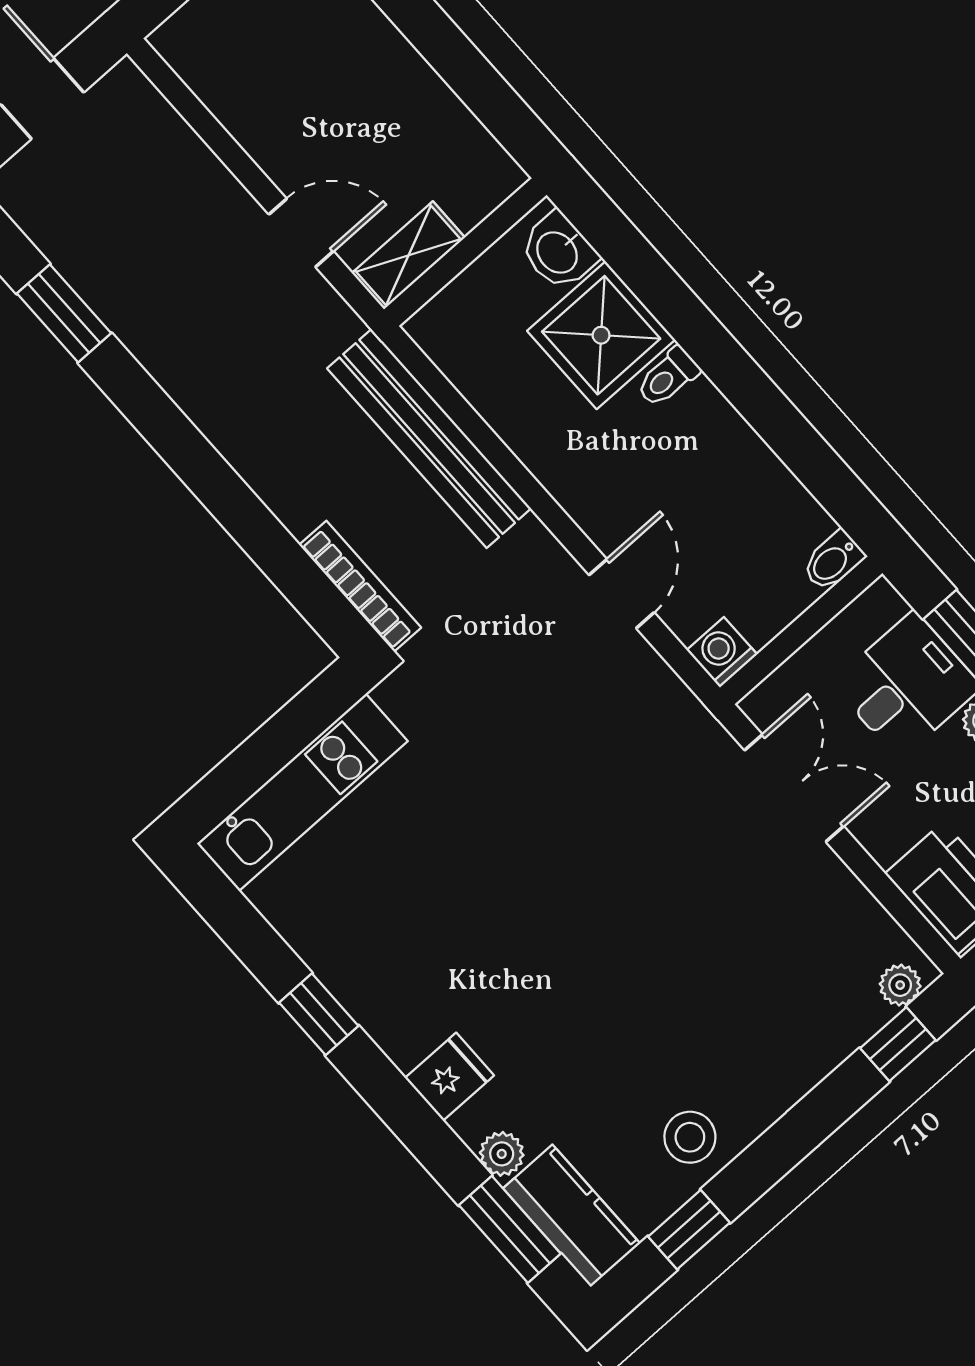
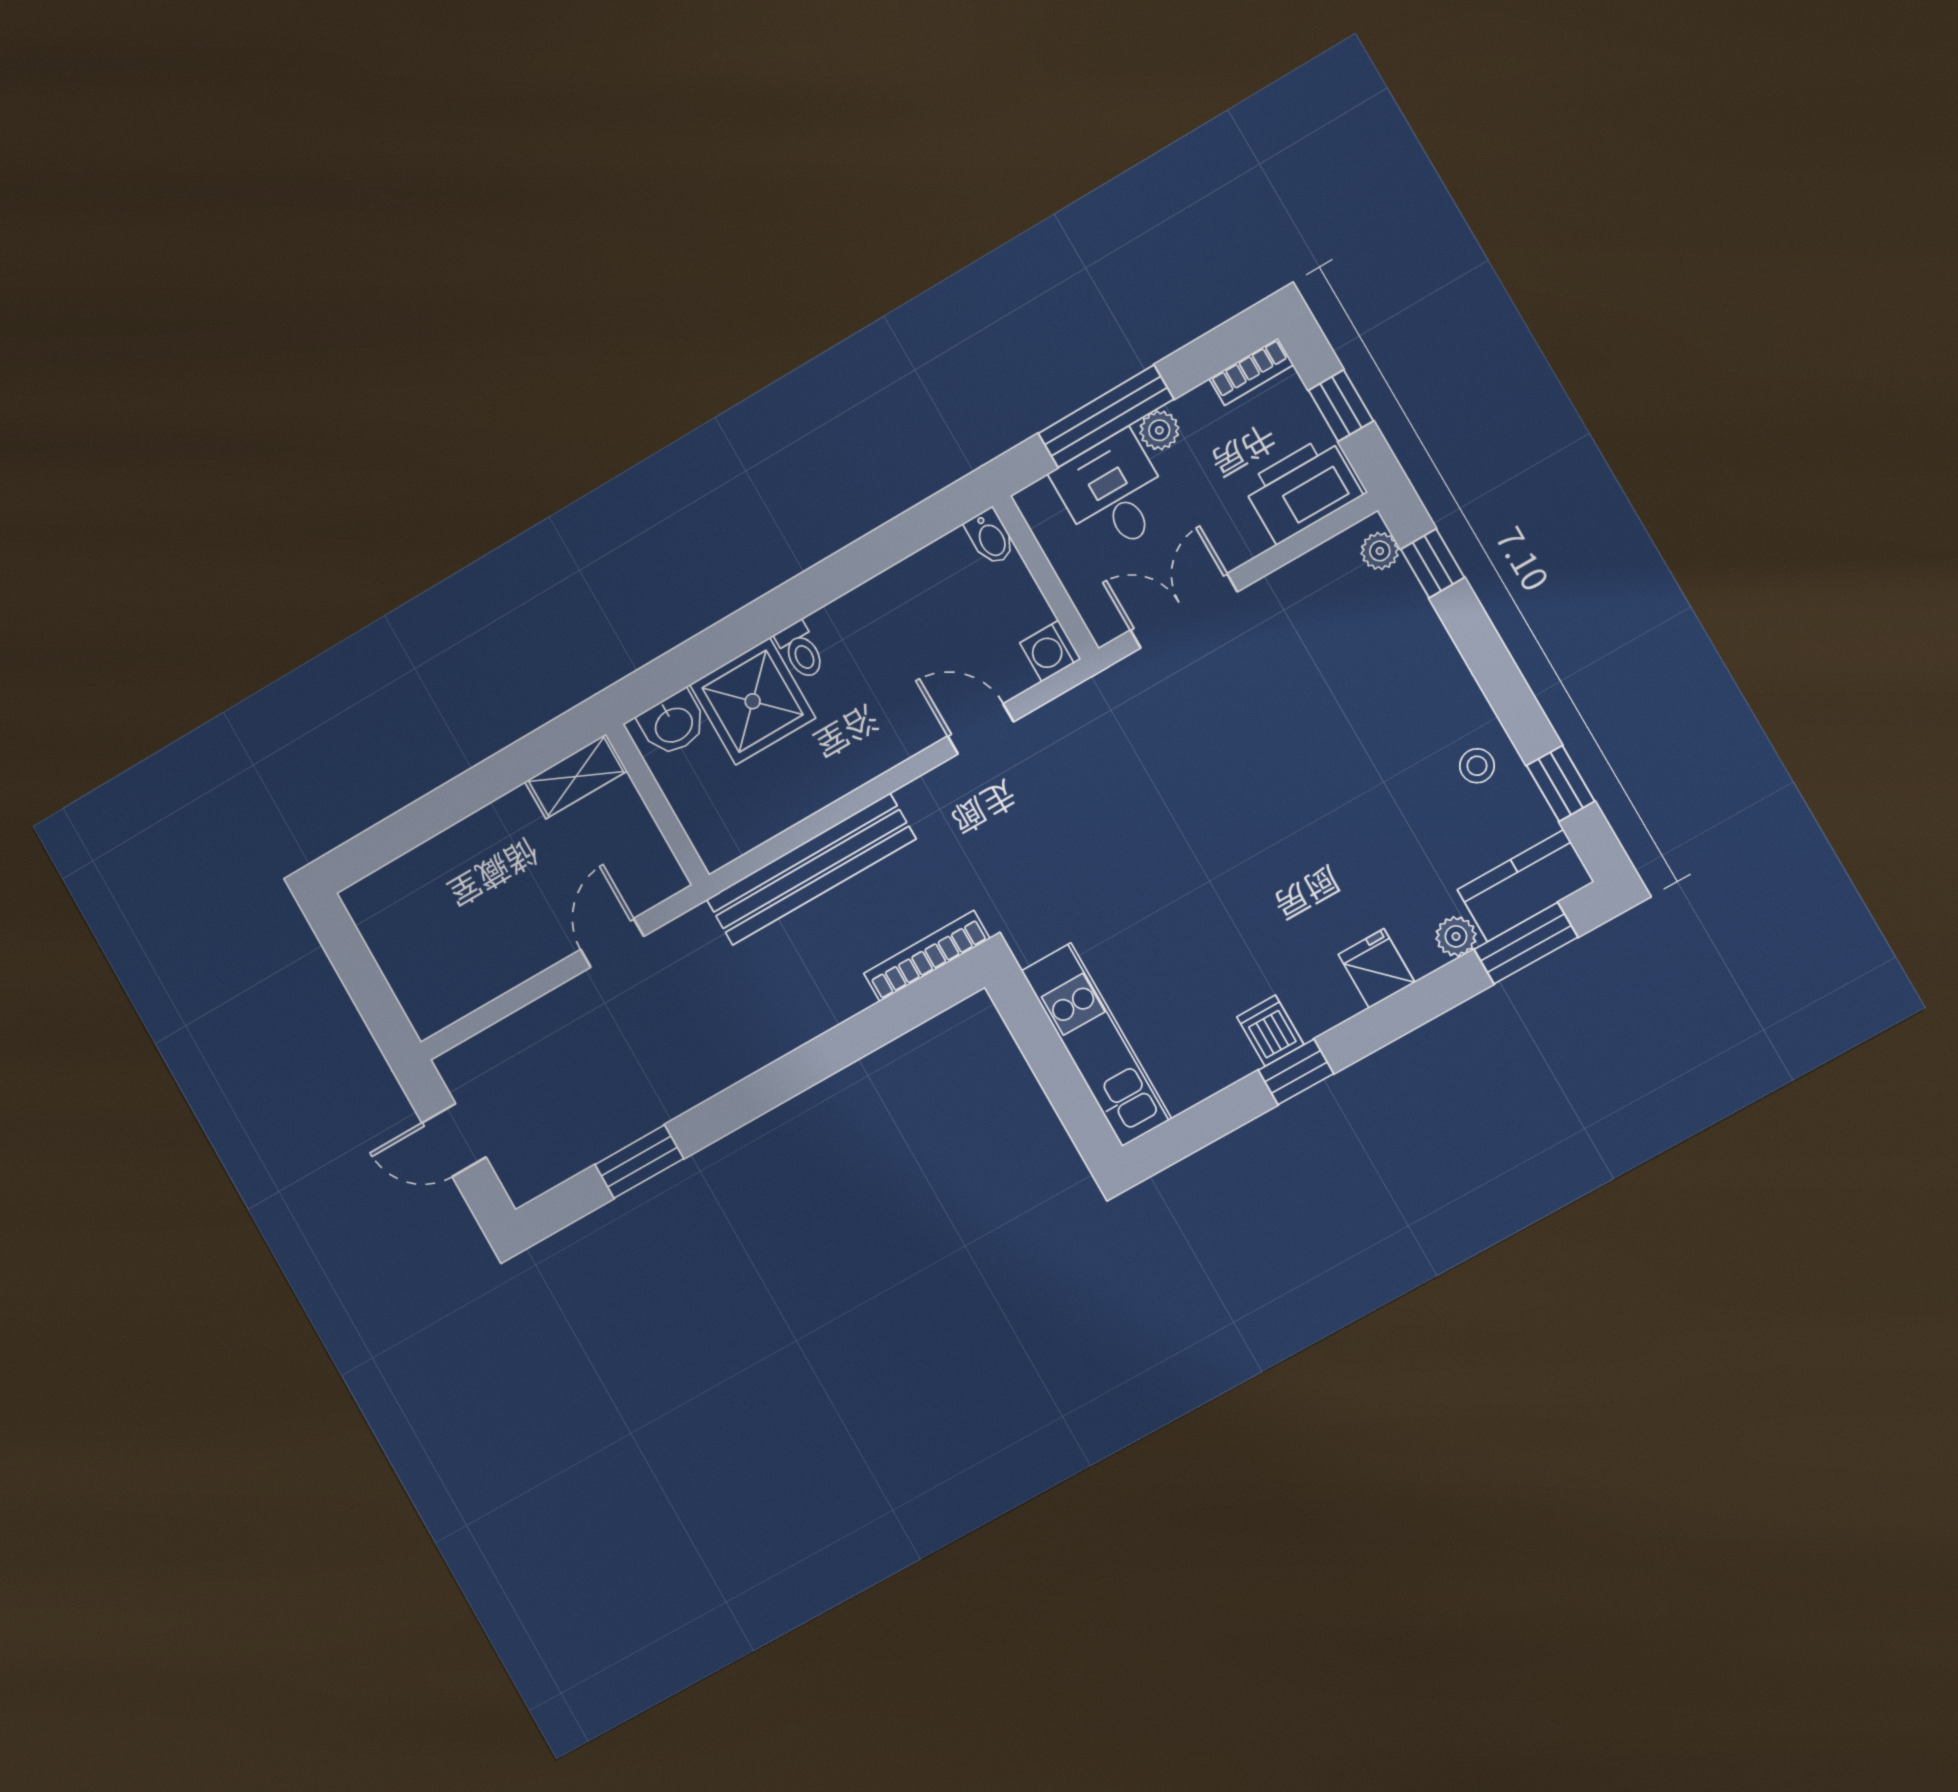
shelving: (408, 255) -> (576, 776), moved, turned 90
dishwasher: (358, 977) -> (1270, 1031), added
stool: (690, 1137) -> (1477, 766), width x0.73, depth x0.73

